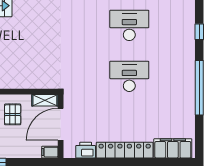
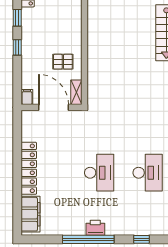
printer: (86, 150) -> (95, 228), moved, turned -90

